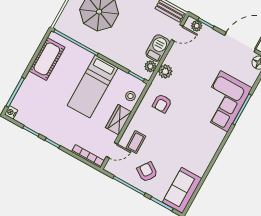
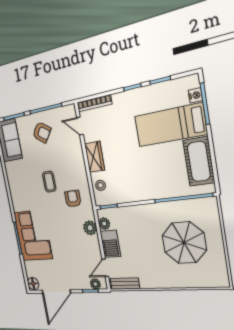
bed: (93, 87) -> (170, 125), moved, turned -90
nightstand: (11, 112) -> (195, 95), moved
coffee table: (136, 142) -> (49, 182), moved
door: (112, 150) -> (80, 126), hinge flipped

